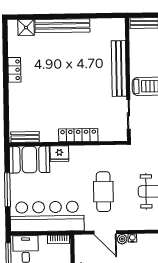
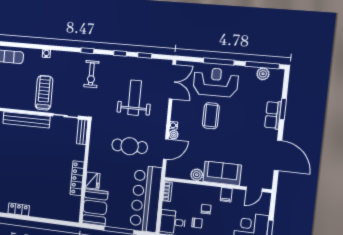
locker: (78, 135) -> (77, 178), moved
bench: (25, 137) -> (82, 132), moved

